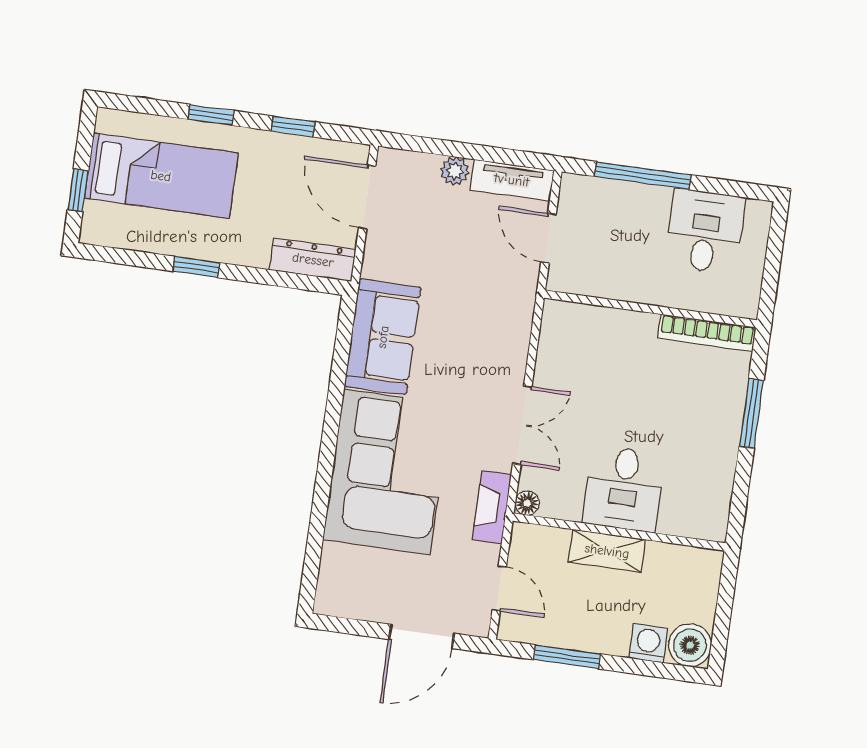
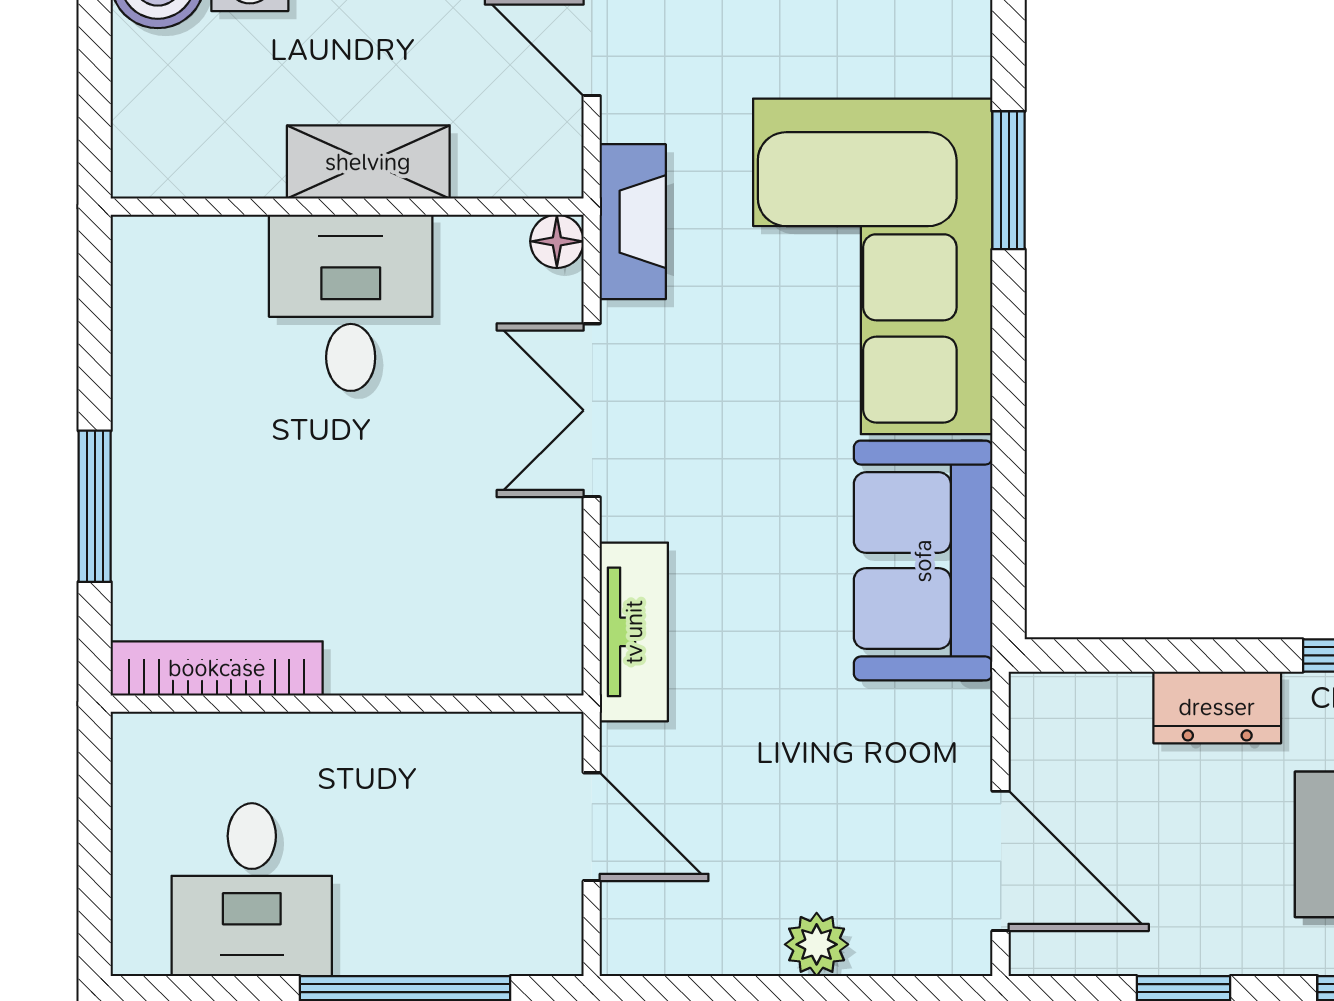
tv unit: (512, 180) -> (634, 632), moved, turned 90
dresser: (313, 260) -> (1217, 707), moved, width x0.70
window: (320, 502) -> (1009, 180), added

